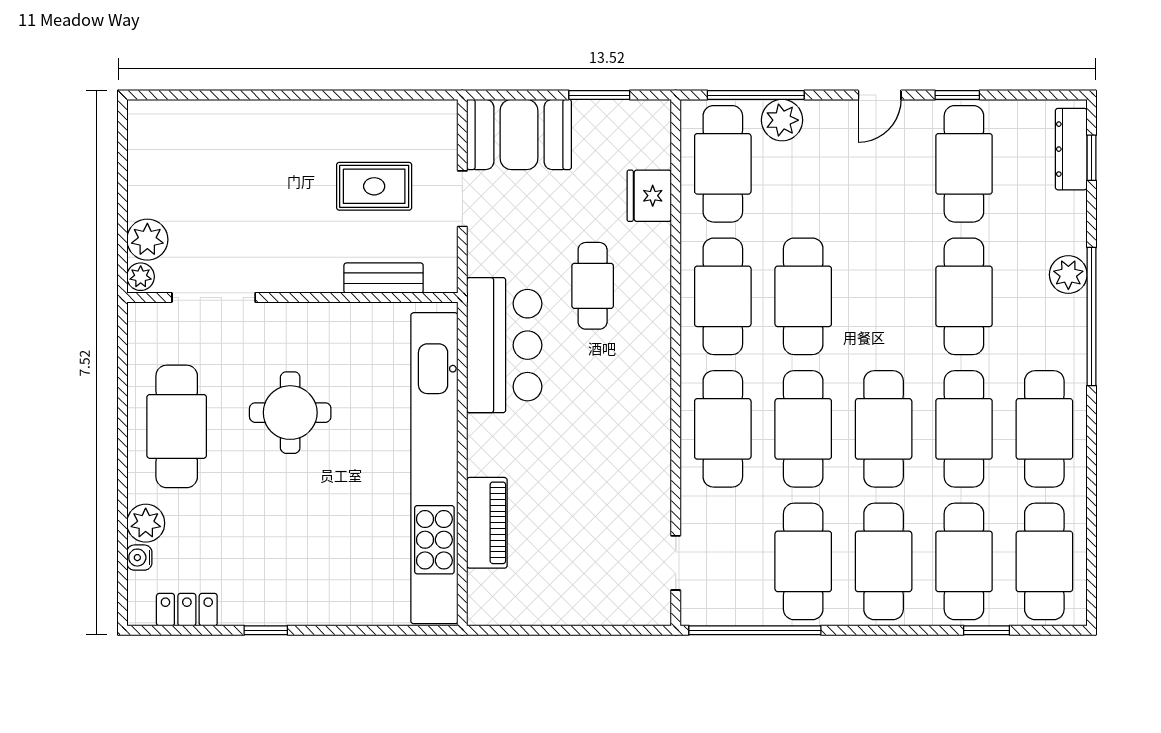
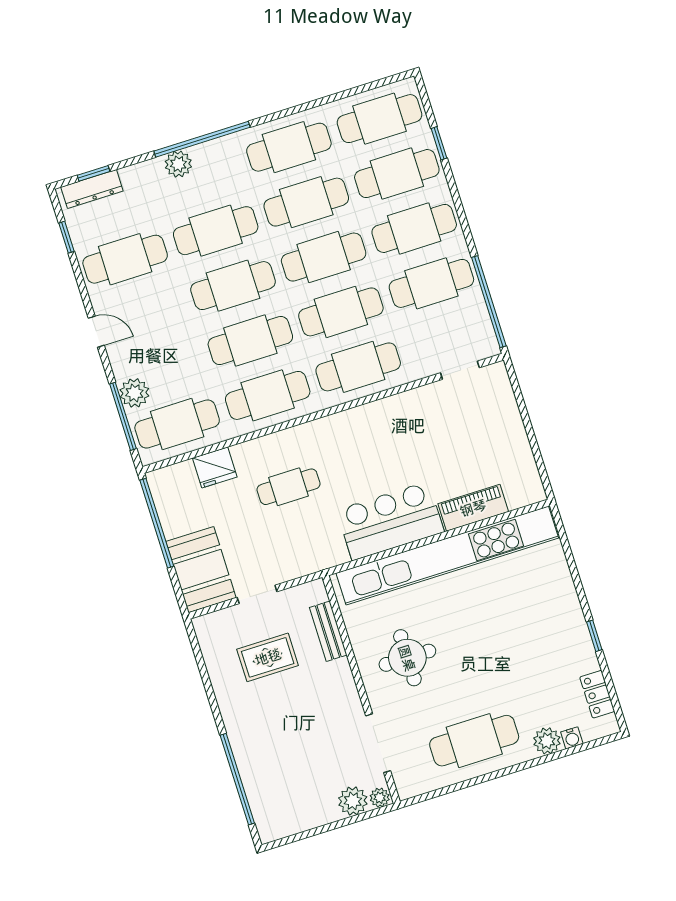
window: (225, 95) -> (237, 779), added
window: (599, 95) -> (157, 523), width x2.11
window: (957, 95) -> (66, 237), moved
rug: (374, 186) -> (268, 657), turned 90
cafe table: (884, 296) -> (233, 286), added
bar counter: (504, 345) -> (390, 521), moved
round table: (290, 413) -> (407, 658), moved

